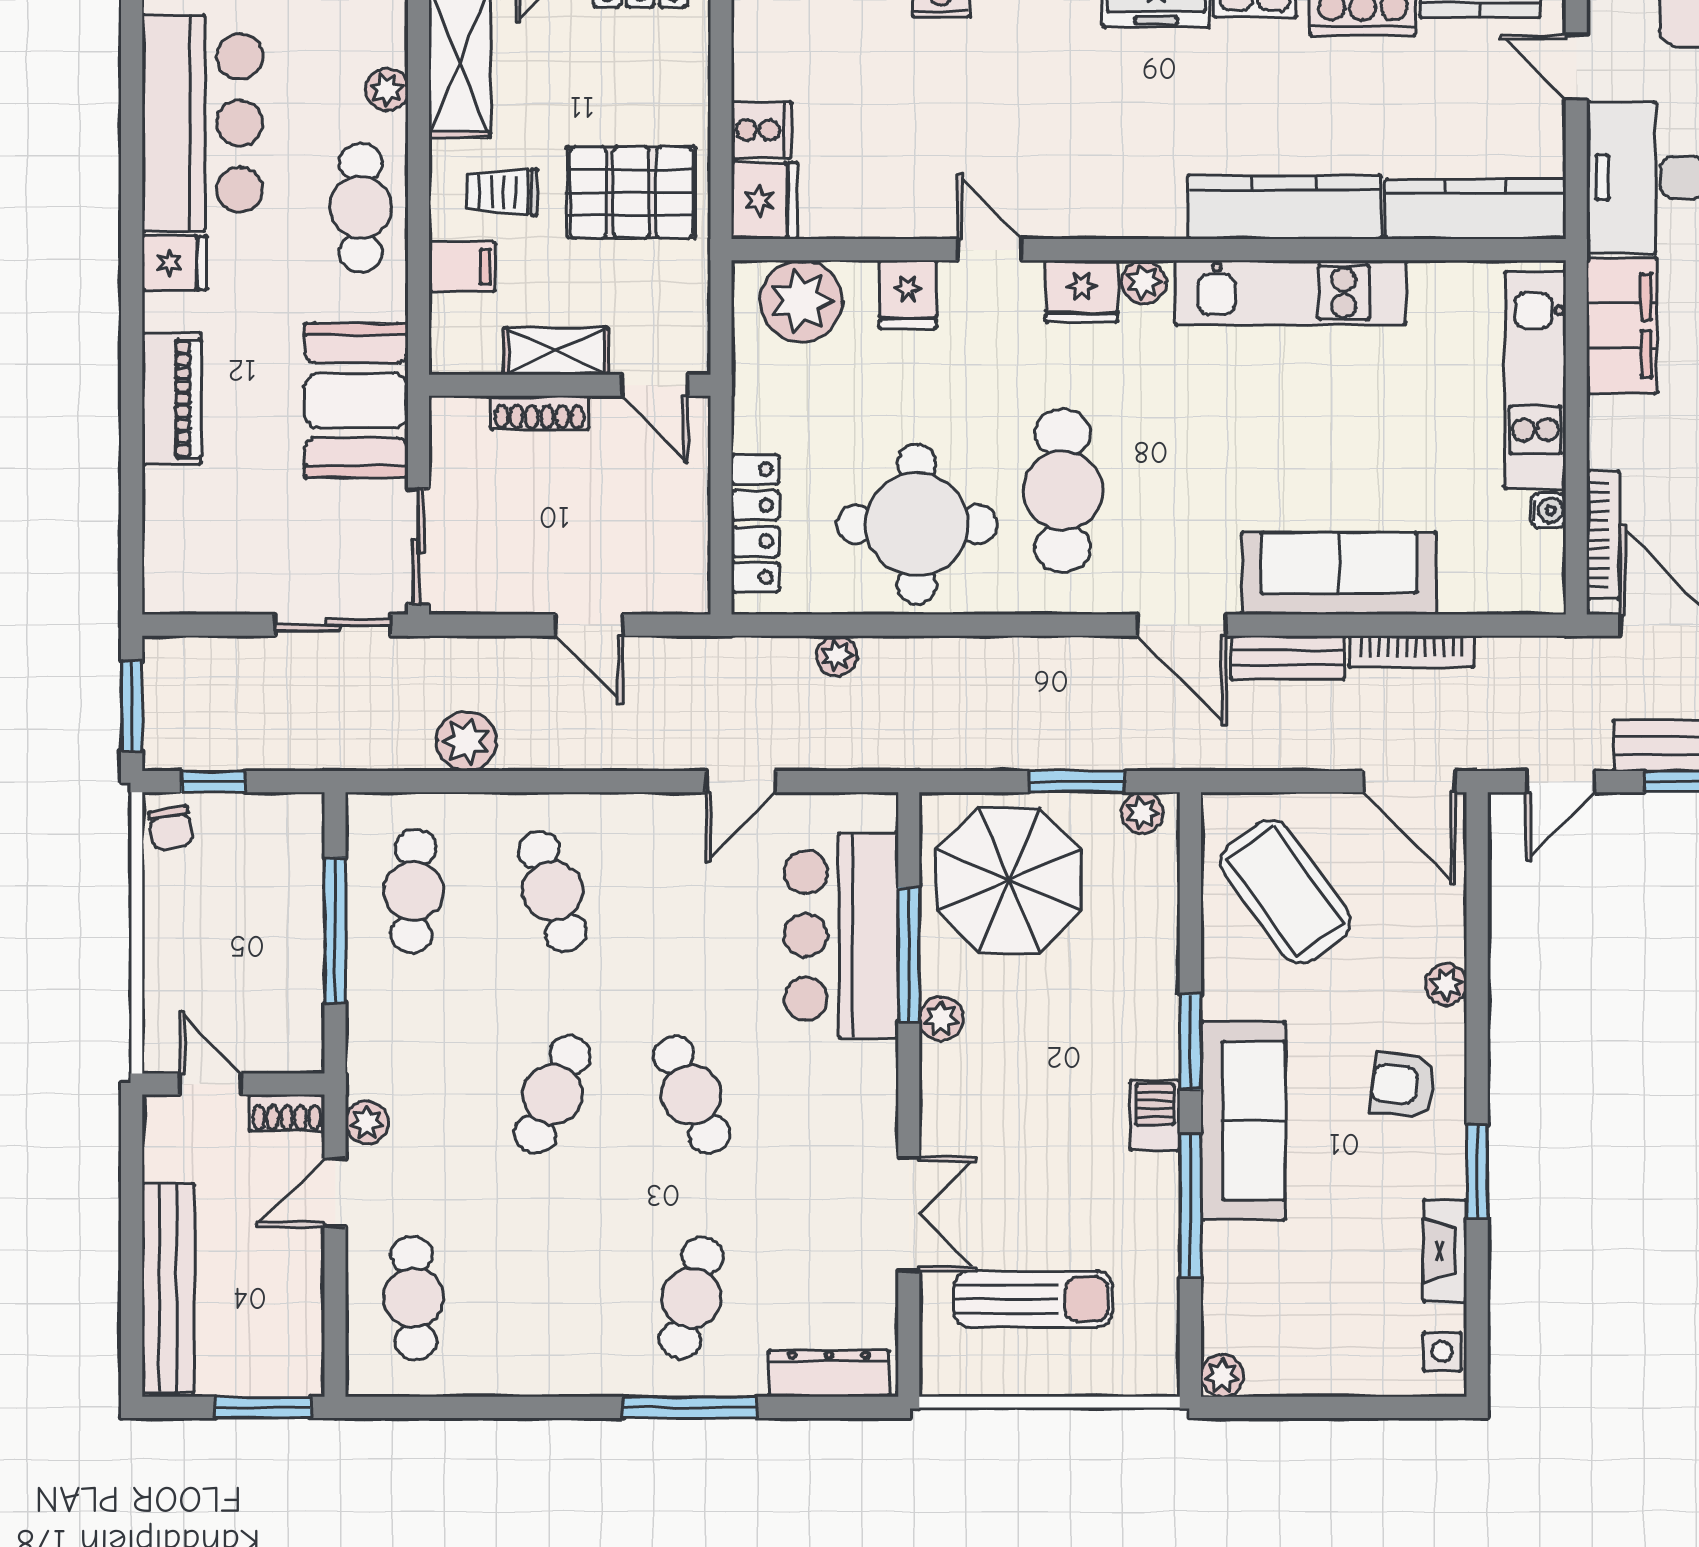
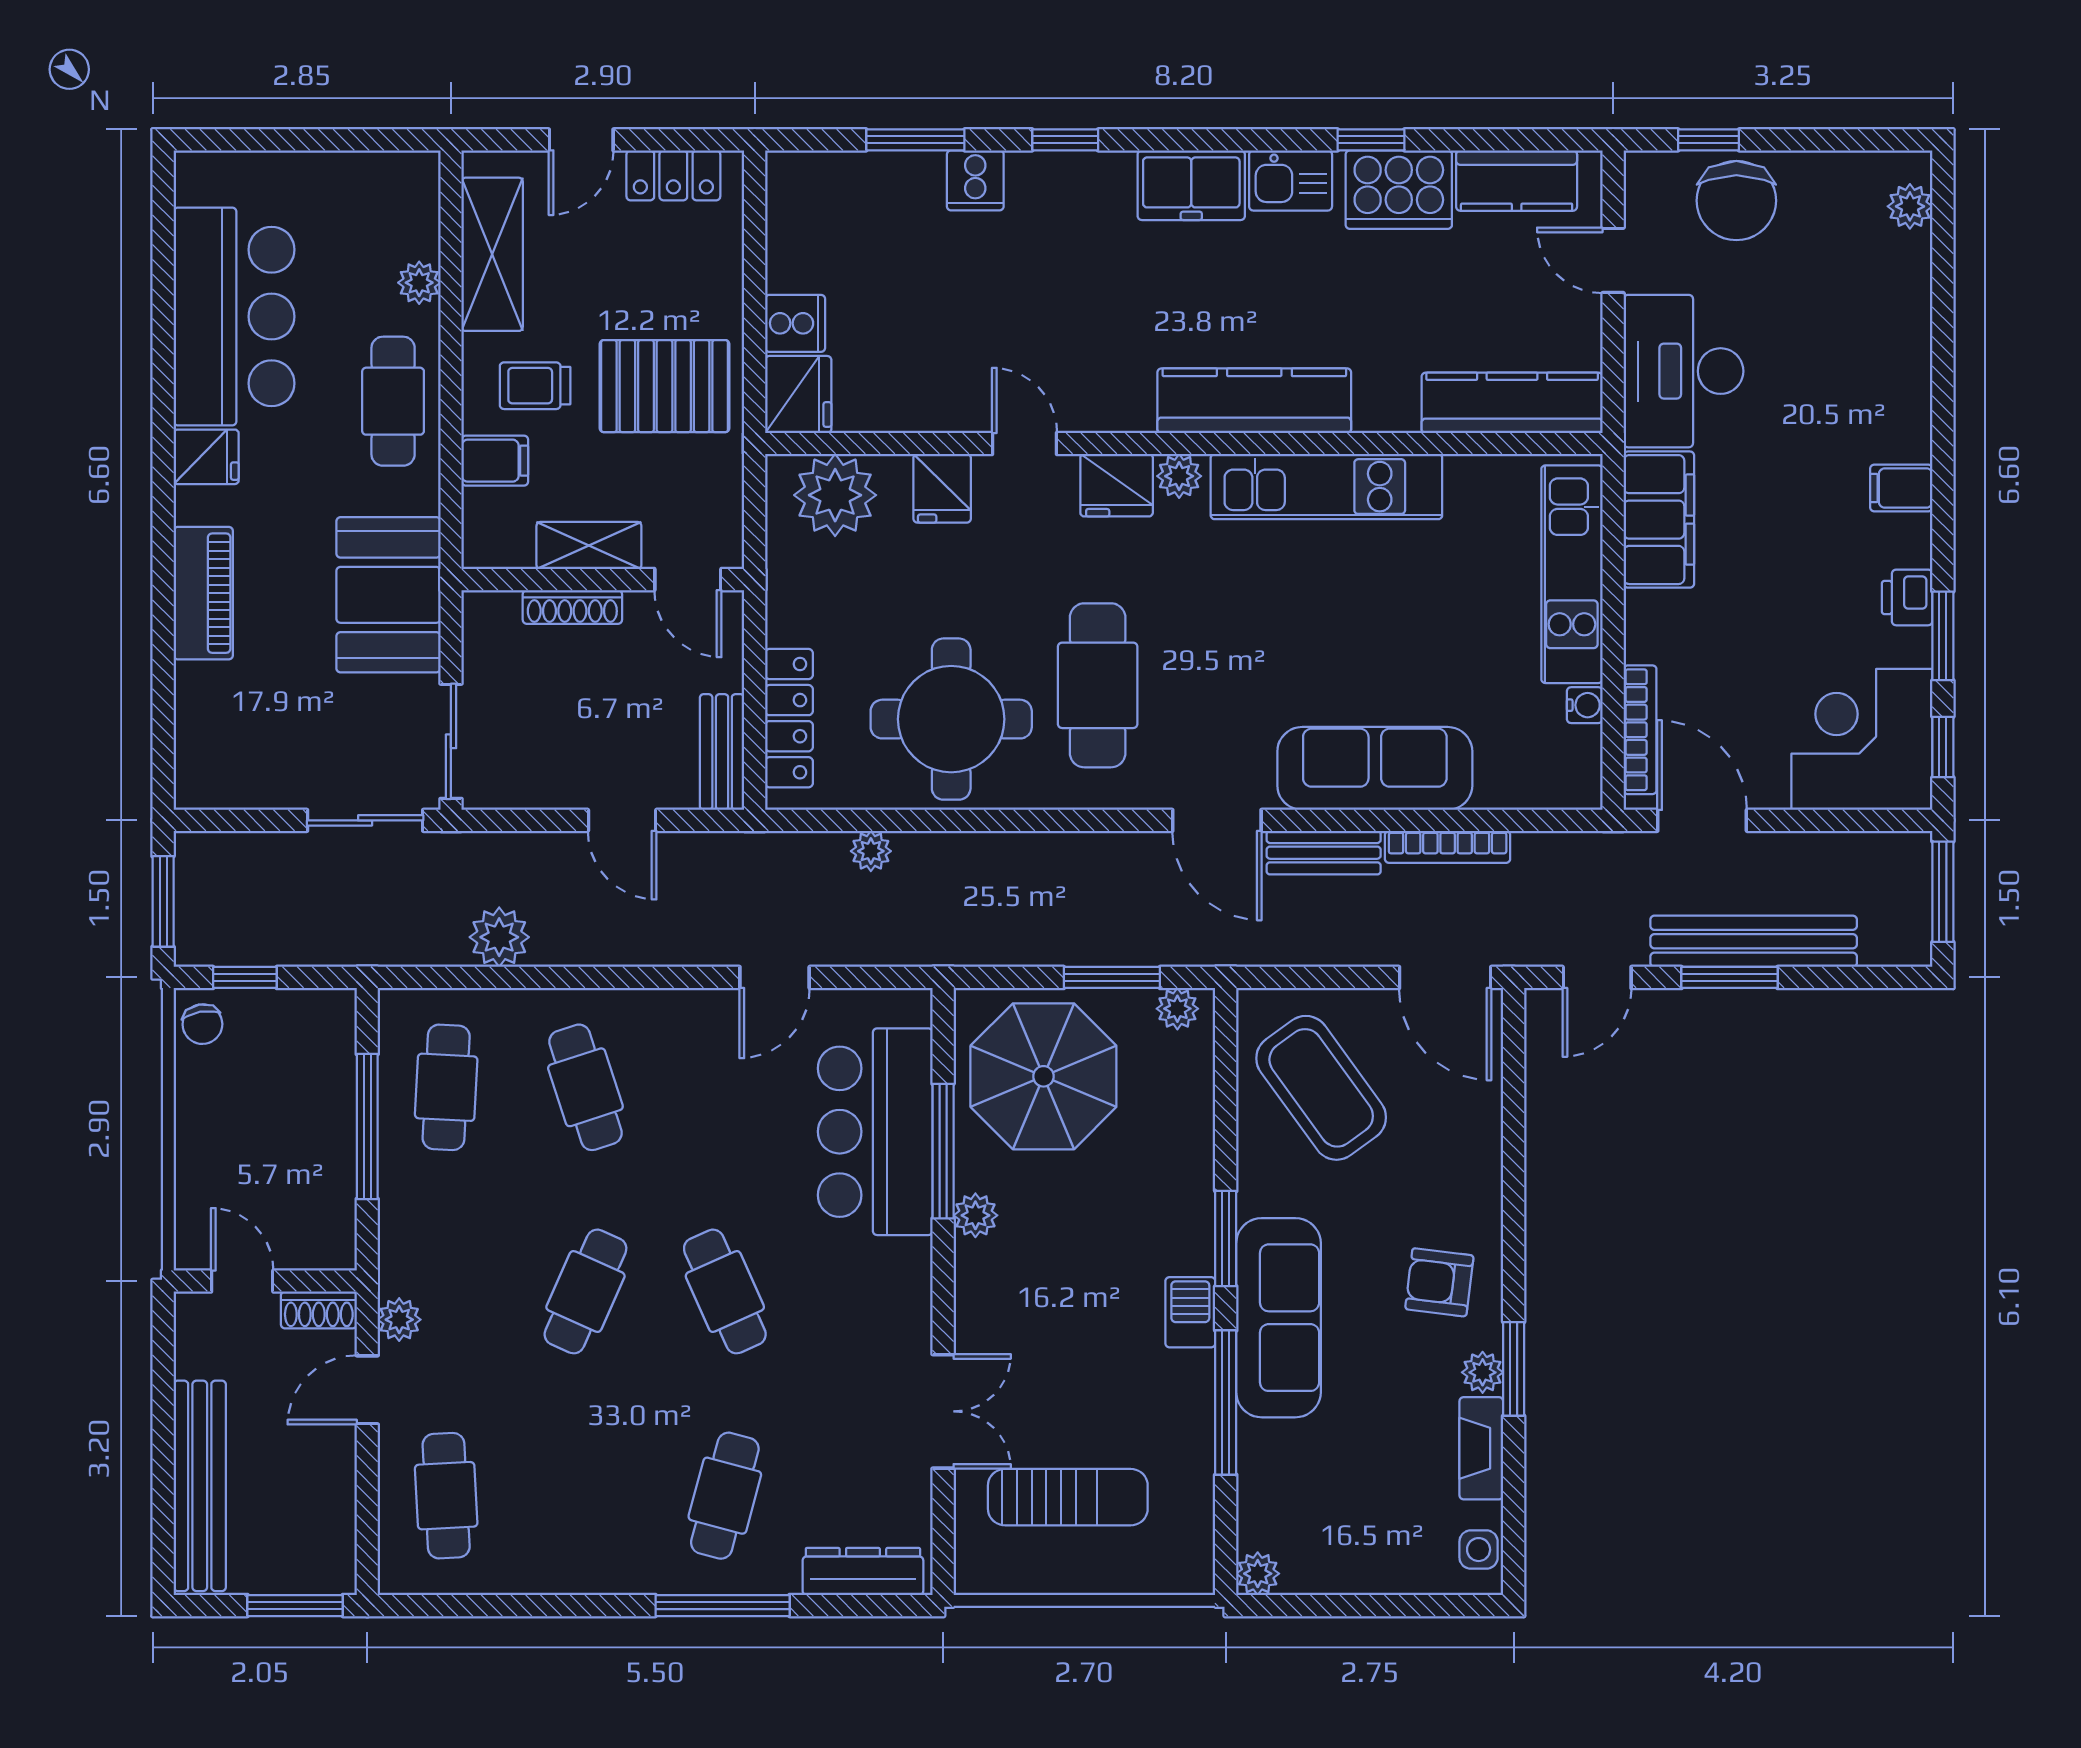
kitchen counter: (1285, 207) -> (1254, 401), moved
bench: (689, 557) -> (722, 752), added
plant: (1446, 984) -> (1483, 1372), moved

